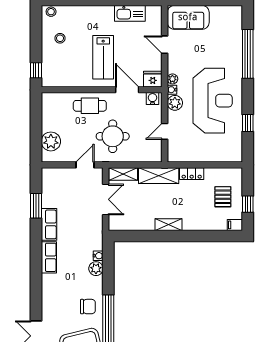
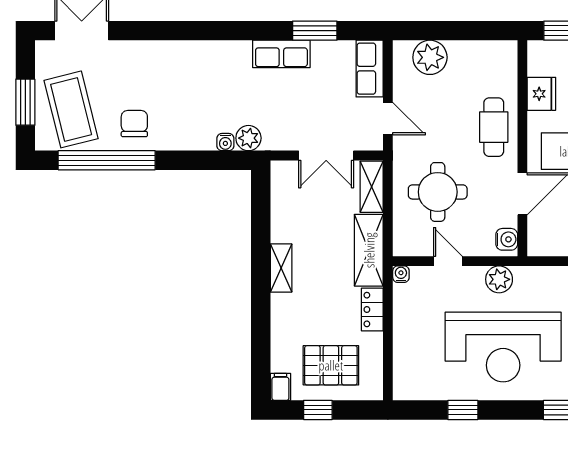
fridge: (153, 79) -> (541, 94), moved
plant: (172, 79) -> (542, 275), removed
water cooler: (172, 90) -> (401, 274), moved
round table: (113, 136) -> (438, 192), moved
pallet: (223, 197) -> (331, 365), width x1.50, depth x1.42
row of seats: (49, 257) -> (370, 69), moved, turned 90
plant: (96, 269) -> (248, 138), moved
chair: (88, 307) -> (134, 124), turned 180

